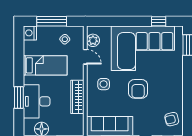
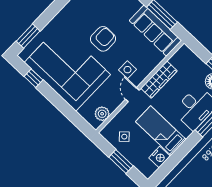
window: (52, 21) -> (121, 162), width x0.69
nightstand: (30, 33) -> (159, 157), moved
door: (85, 57) -> (132, 95), moved

